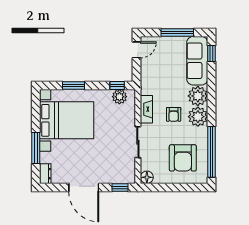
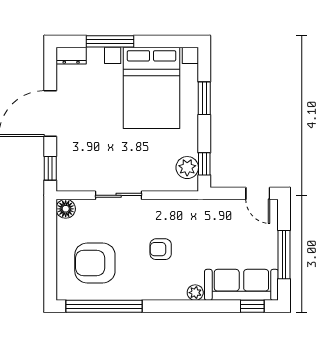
plant: (198, 96) -> (195, 293), width x0.53, depth x0.53
fireplace: (146, 109) -> (168, 208), removed
plant: (198, 117) -> (157, 286), removed

